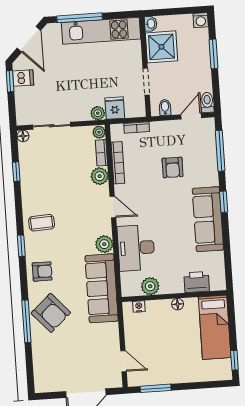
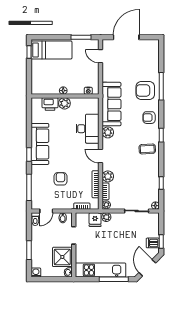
plant: (150, 286) -> (64, 103), moved
armchair: (51, 313) -> (145, 90), turned -48
bed: (215, 327) -> (52, 50), moved, turned 90

